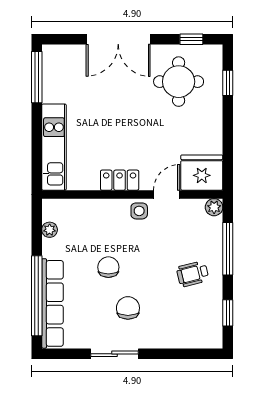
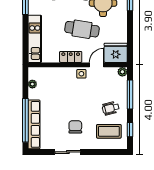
cafe table: (140, 129) -> (82, 29), added
chair: (108, 267) -> (65, 105), removed
coffee table: (189, 316) -> (109, 131), added

